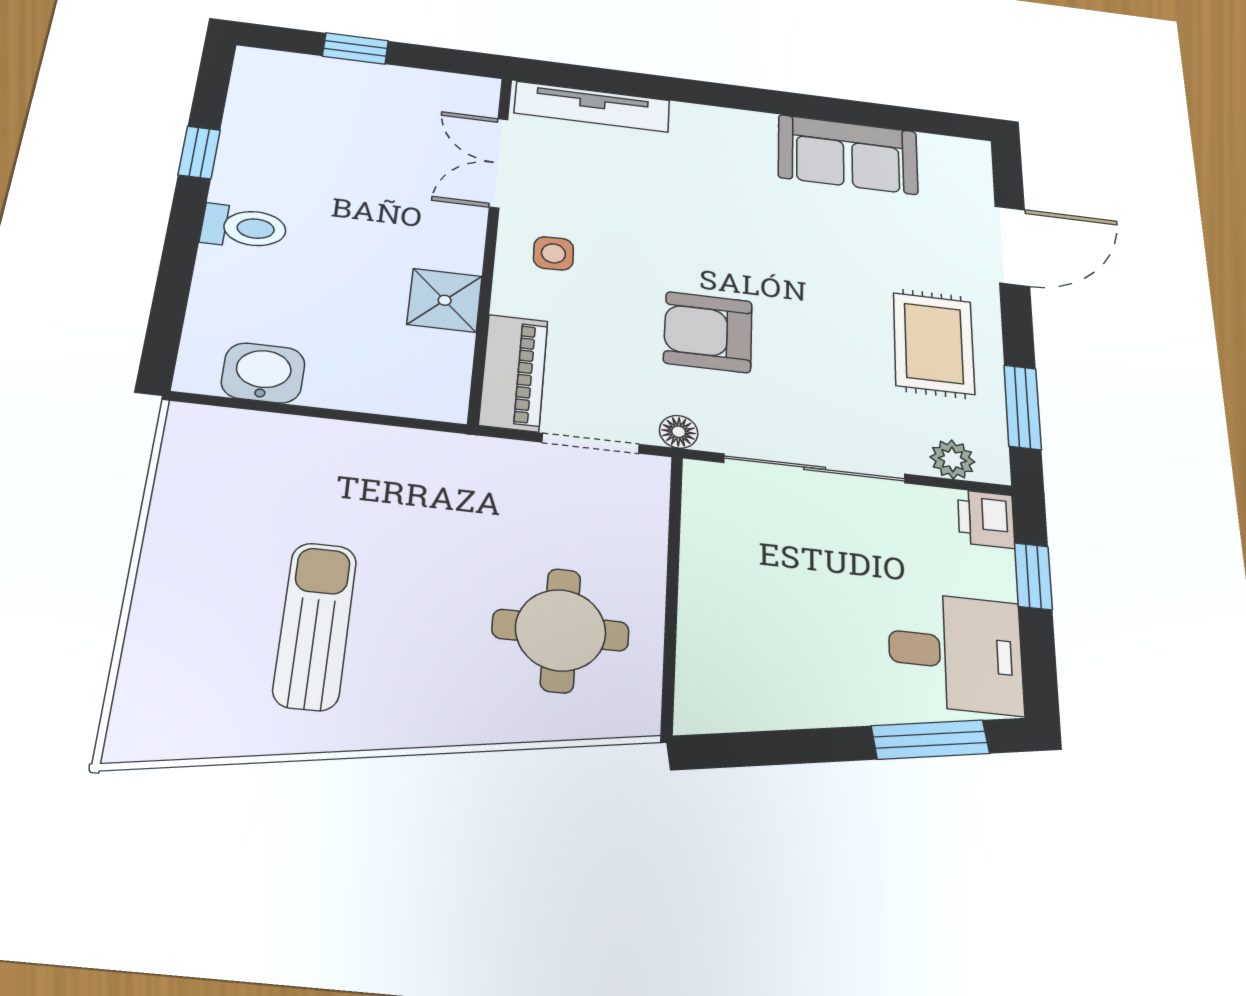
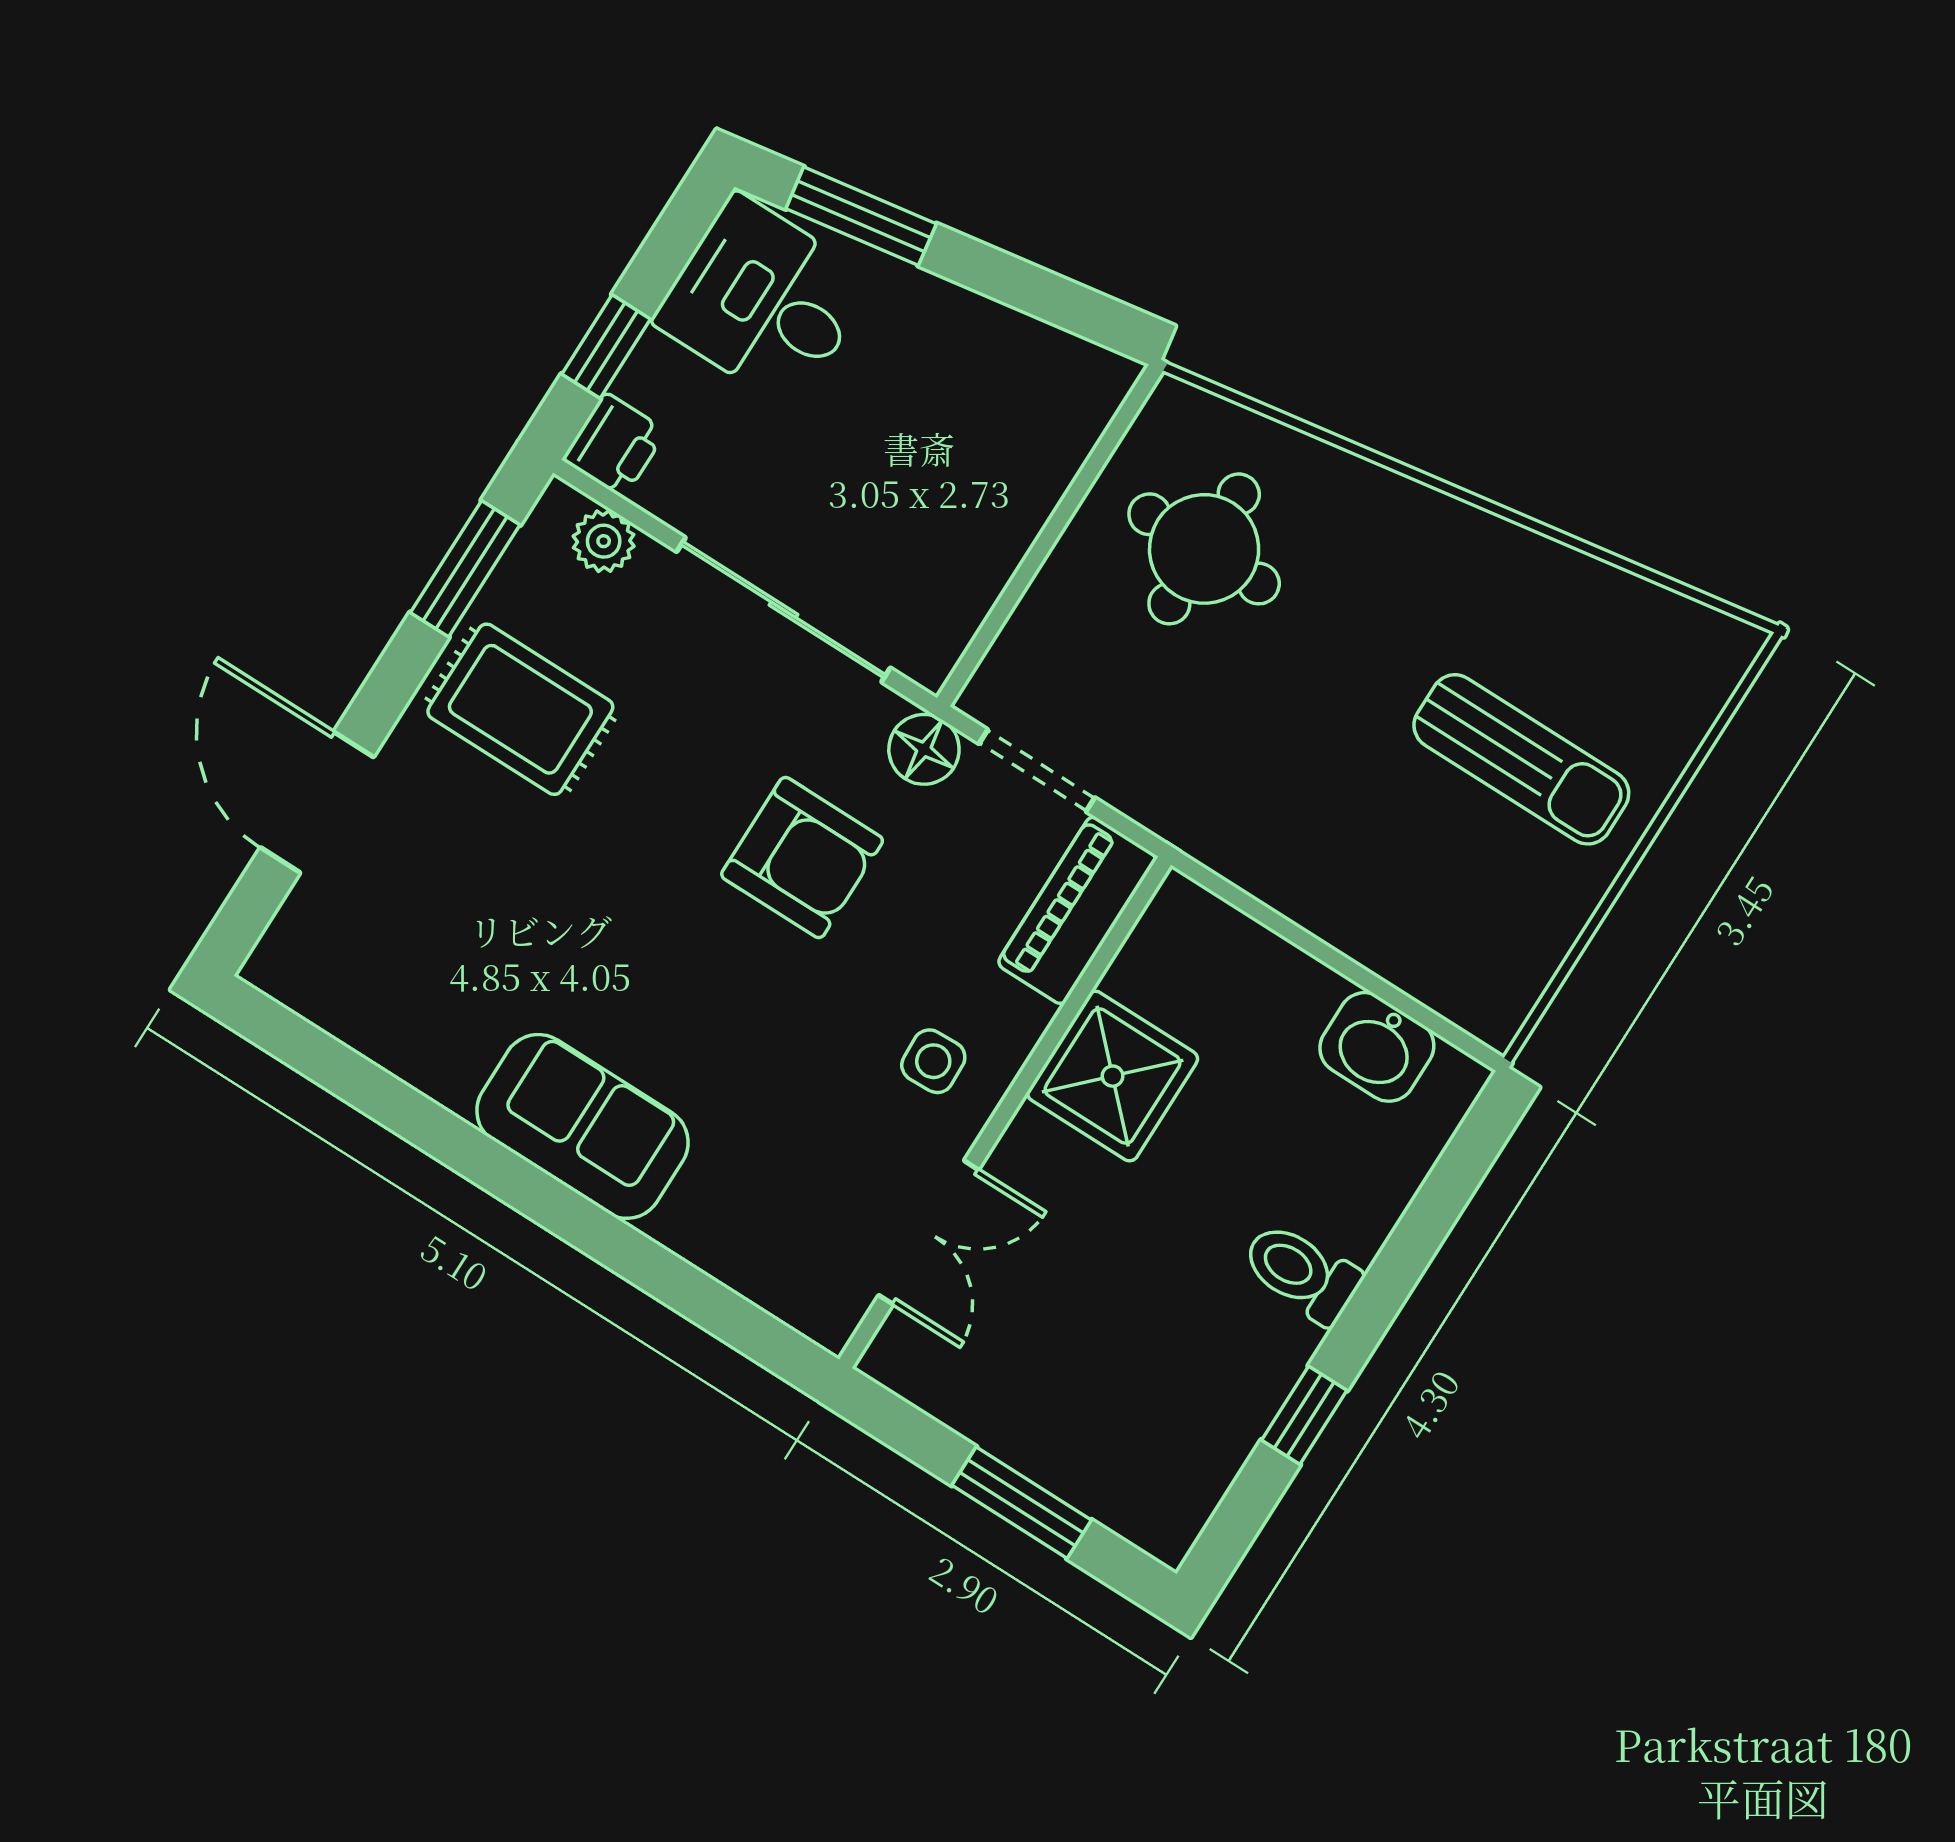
window: (355, 49) -> (1022, 1503), width x1.50
tv unit: (592, 107) -> (754, 1270), removed
sofa: (848, 154) -> (582, 1126), moved
door: (1012, 246) -> (317, 802), hinge flipped
shower: (445, 300) -> (1113, 1076), width x1.36, depth x1.36
rug: (934, 343) -> (520, 709), turned 90
floor lamp: (679, 432) -> (924, 749), width x1.37, depth x1.37
sun lounger: (315, 625) -> (1521, 759), moved, turned -90

